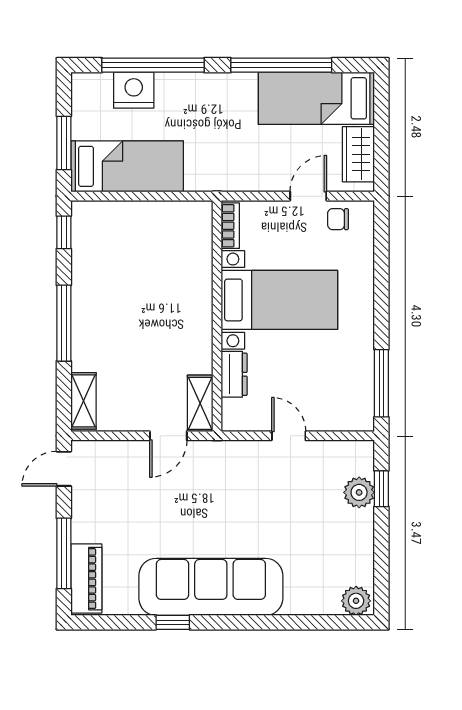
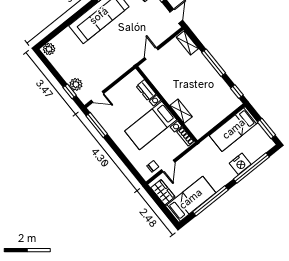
nightstand: (134, 90) -> (240, 164), moved
window: (64, 143) -> (267, 128), moved
shelving: (200, 403) -> (181, 111), moved
door: (289, 436) -> (97, 97), moved

